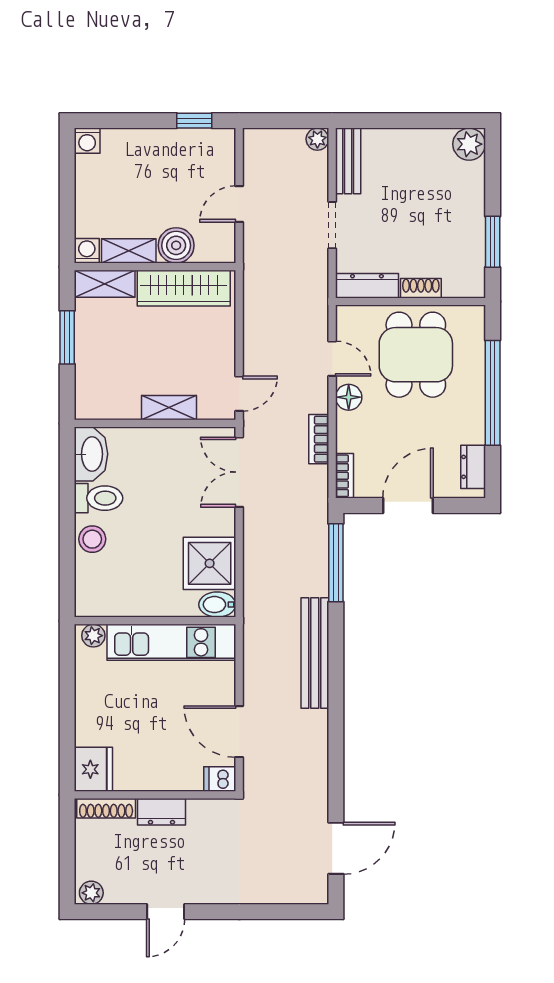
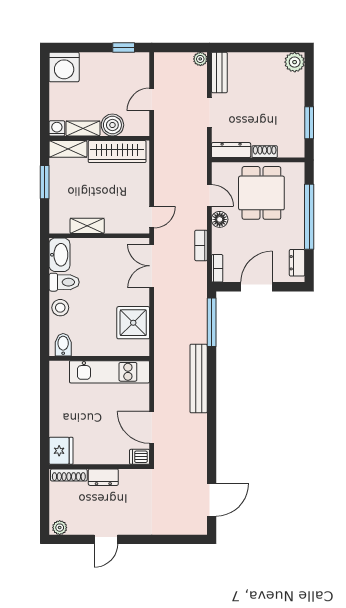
washing machine: (87, 141) -> (64, 67), width x1.89, depth x1.89
shelving: (169, 408) -> (87, 226), moved
bidet: (217, 605) -> (63, 345), moved, turned 90
plant: (93, 636) -> (61, 368), removed

